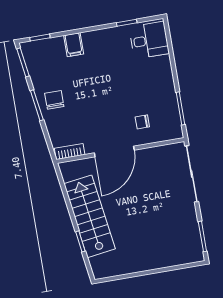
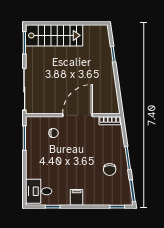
filing cabinet: (74, 45) -> (77, 197), moved
chair: (54, 100) -> (110, 169), moved
stairs: (90, 216) -> (54, 35), moved, turned -82

